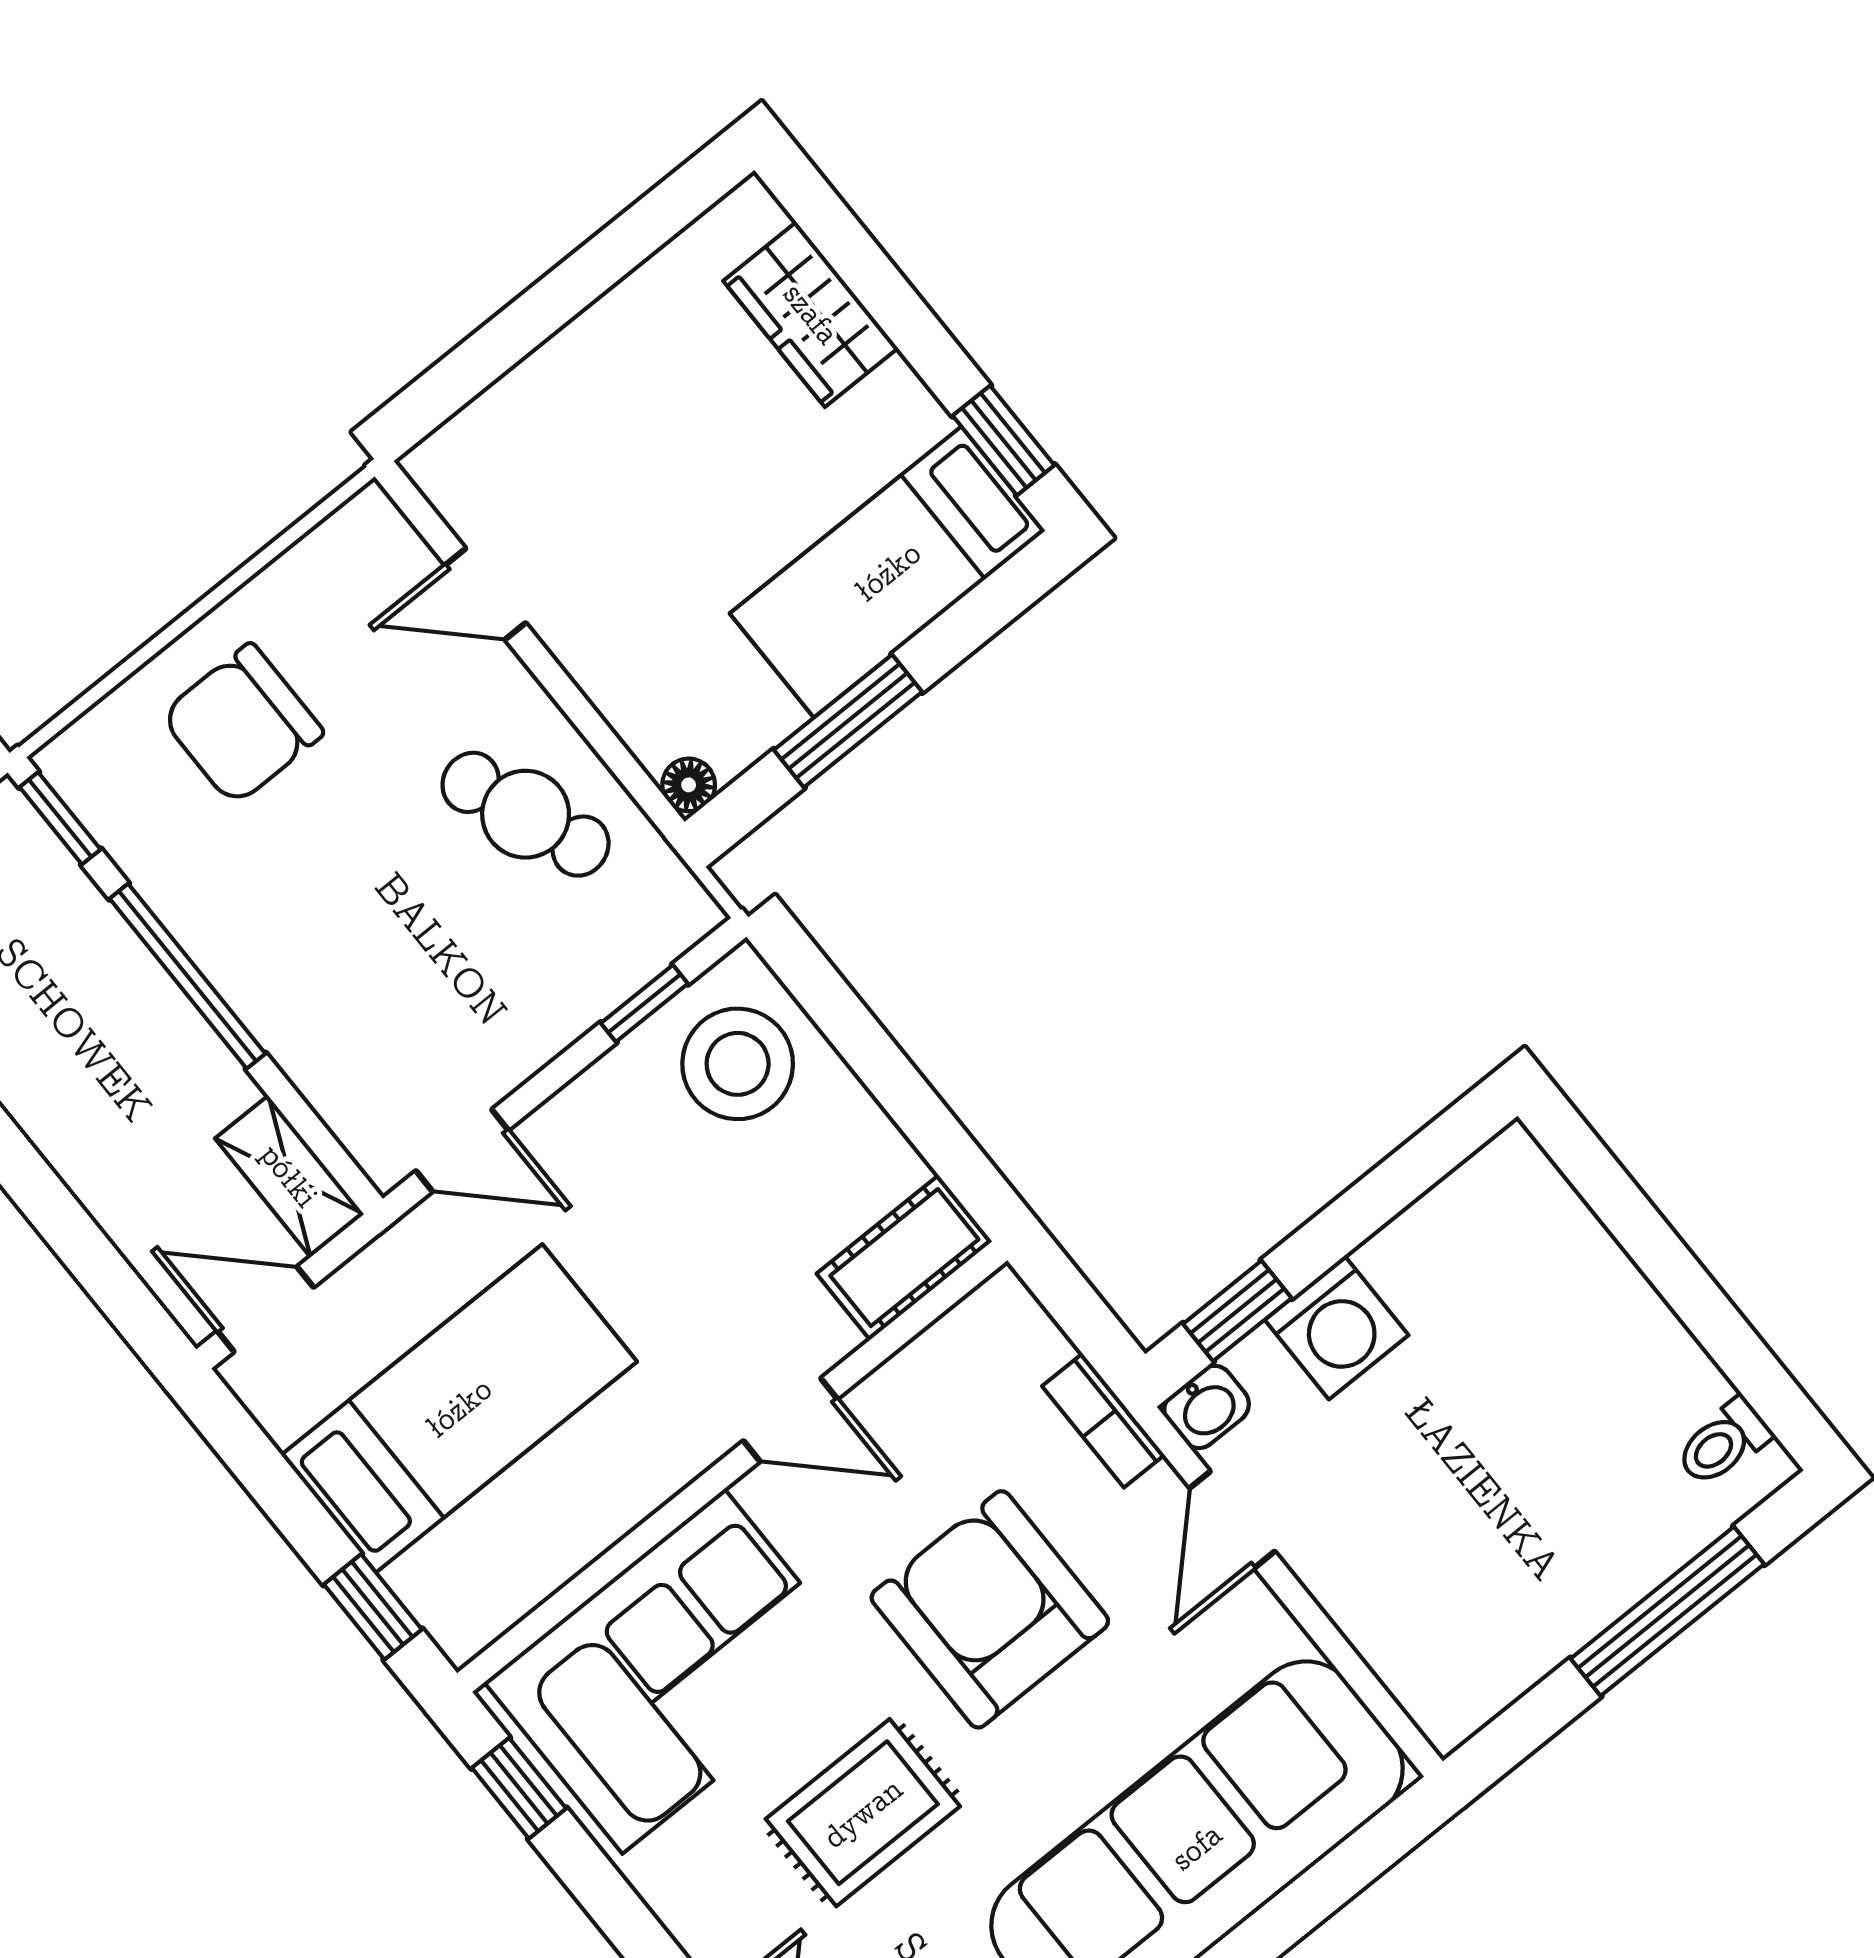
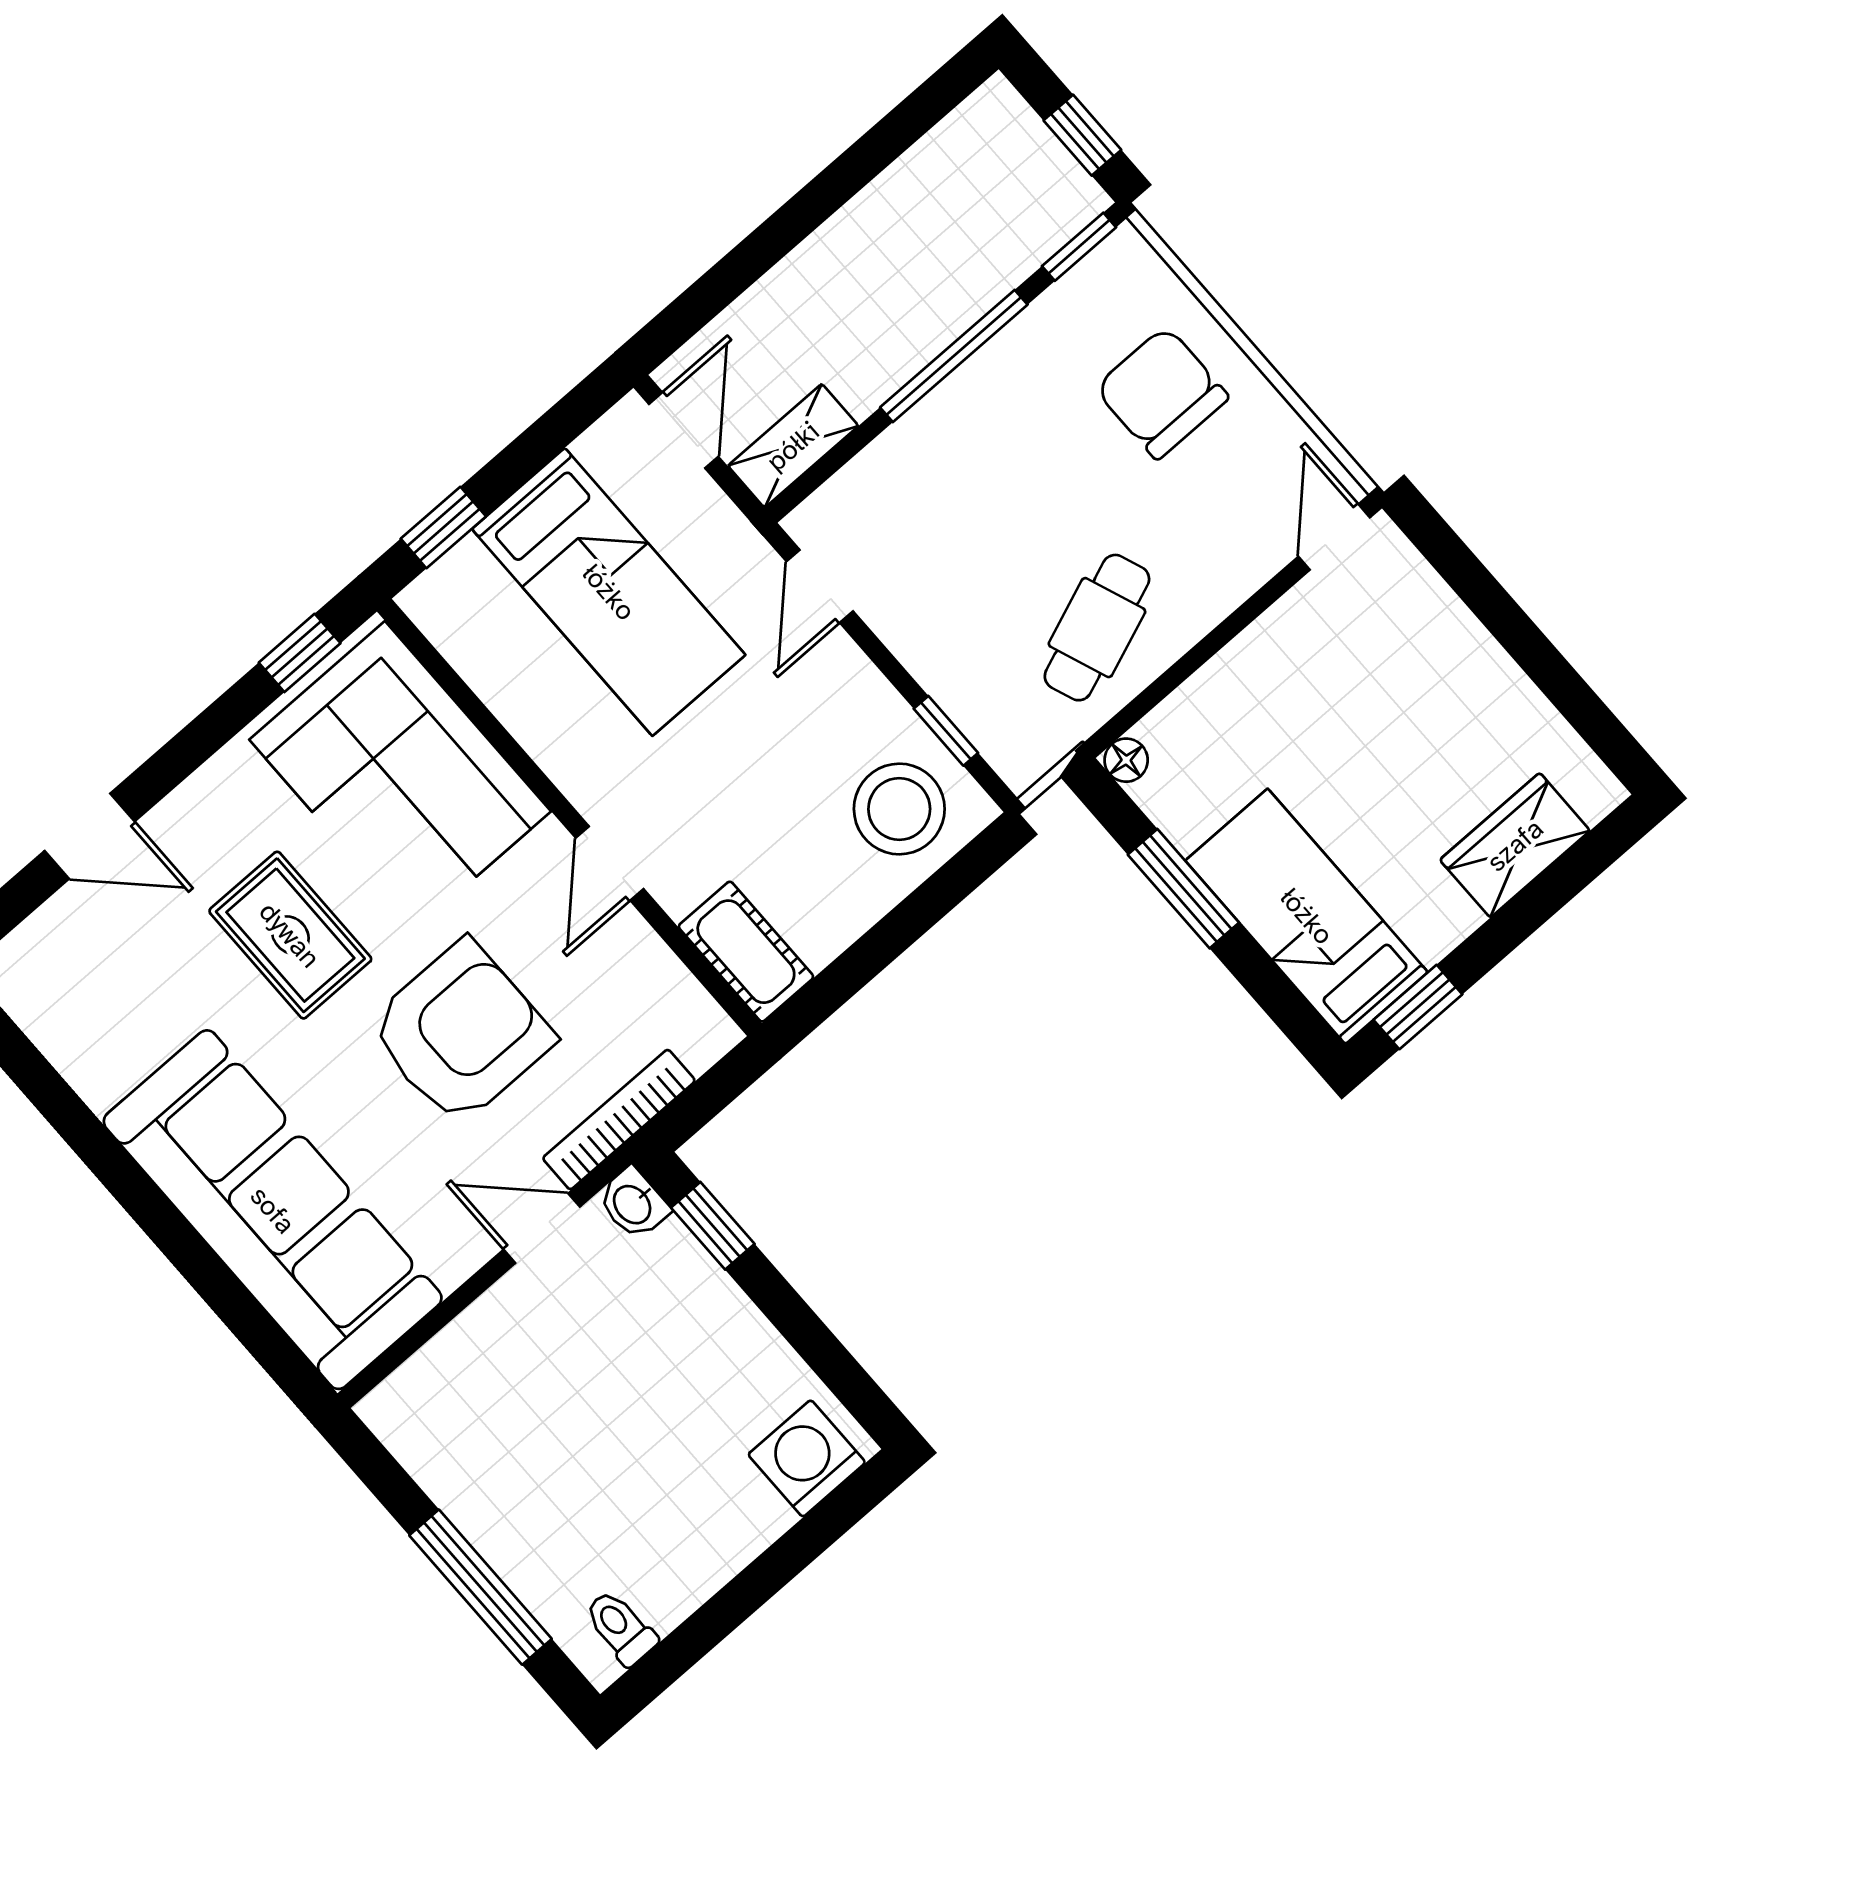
door: (485, 594) -> (1334, 537), moved
washing machine: (1337, 1328) -> (807, 1458), moved, turned 90
bookcase: (1103, 1420) -> (619, 1119), width x1.56

